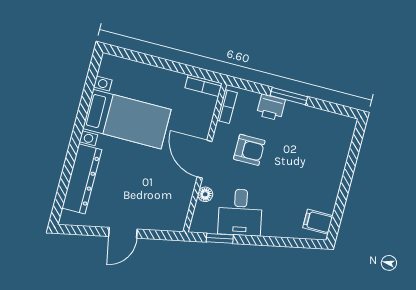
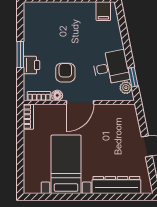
floor lamp: (205, 194) -> (57, 95), moved
plant: (208, 225) -> (126, 88), added

